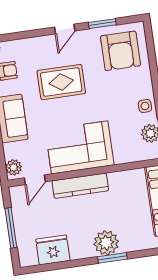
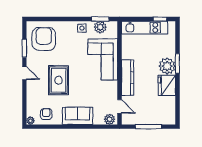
armchair: (120, 51) -> (44, 39), turned -90
corner sofa: (80, 147) -> (103, 59), moved
fridge: (53, 250) -> (167, 85), moved

